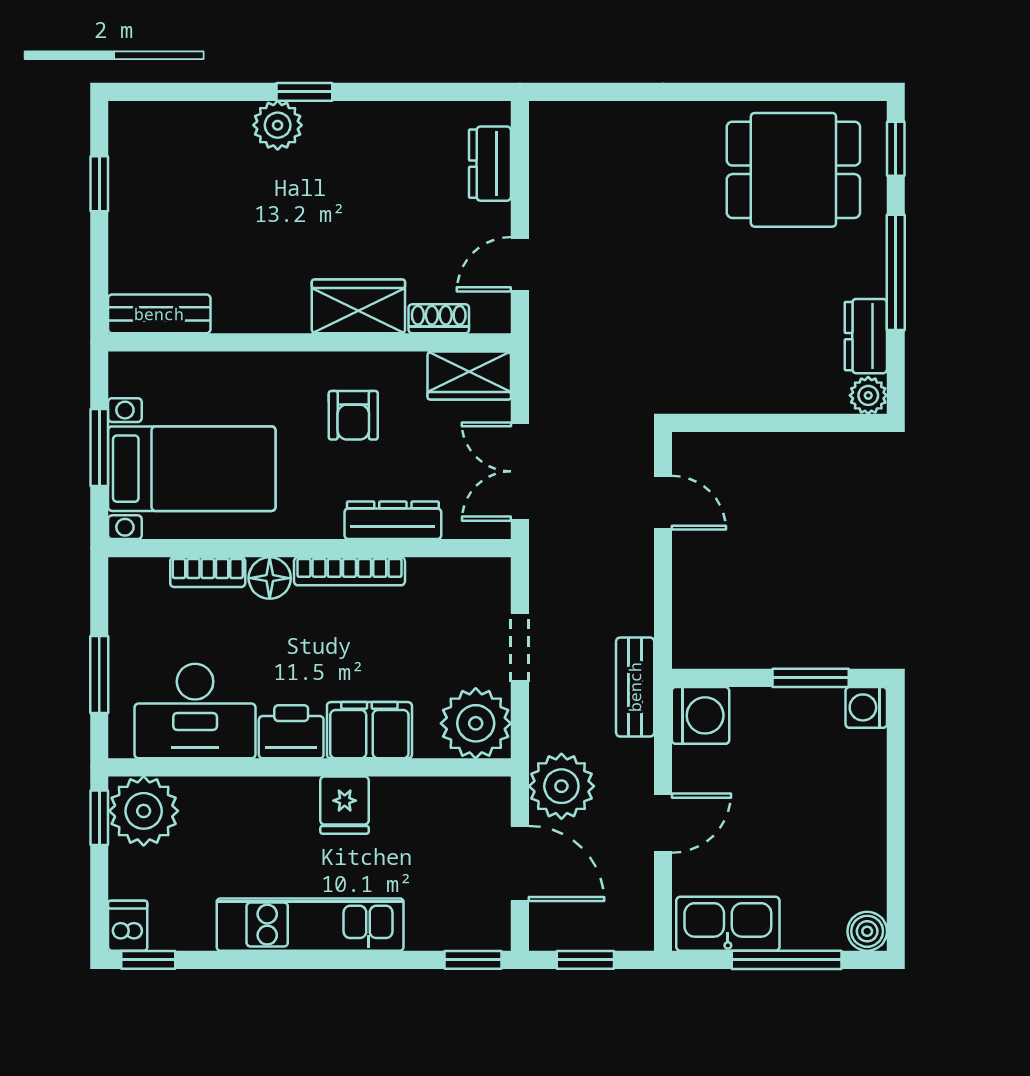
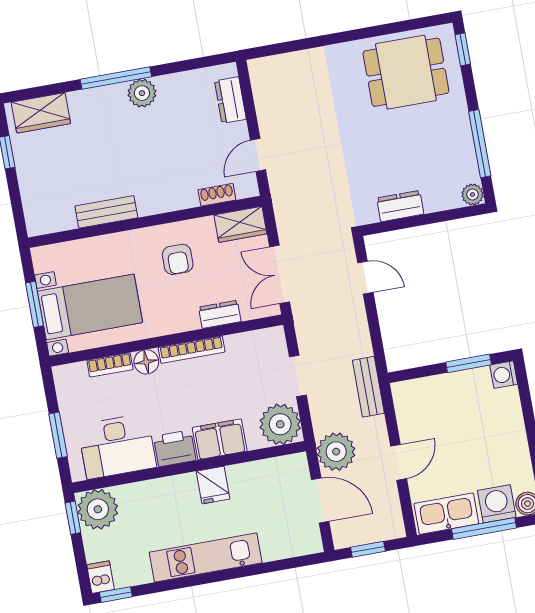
window: (304, 92) -> (116, 78), width x2.17
plant: (278, 125) -> (142, 93), moved
window: (896, 272) -> (480, 144), moved
wardrobe: (358, 306) -> (41, 113), moved, turned 180
bench: (159, 314) -> (106, 212), moved
dresser: (866, 336) -> (400, 206), moved, turned 90
dresser: (393, 520) -> (220, 314), width x0.70
washing machine: (701, 715) -> (497, 504), moved, turned -90
window: (473, 960) -> (303, 561), removed

